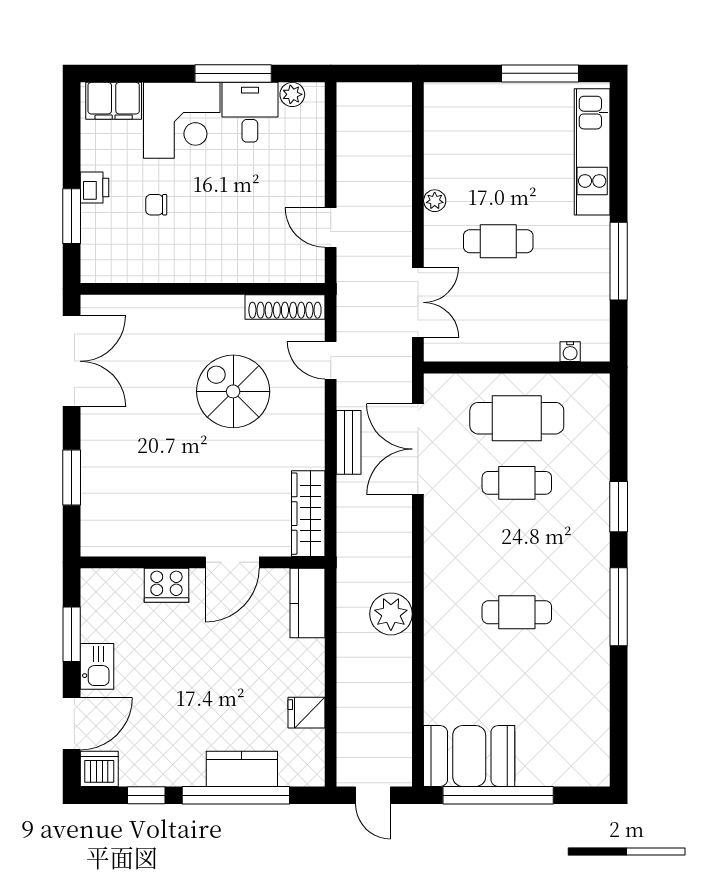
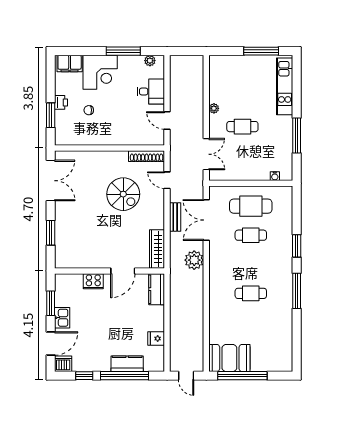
desk: (250, 112) -> (151, 92), moved, turned 90
spiral stairs: (233, 391) -> (123, 194), turned 180
plant: (391, 614) -> (194, 260), moved

